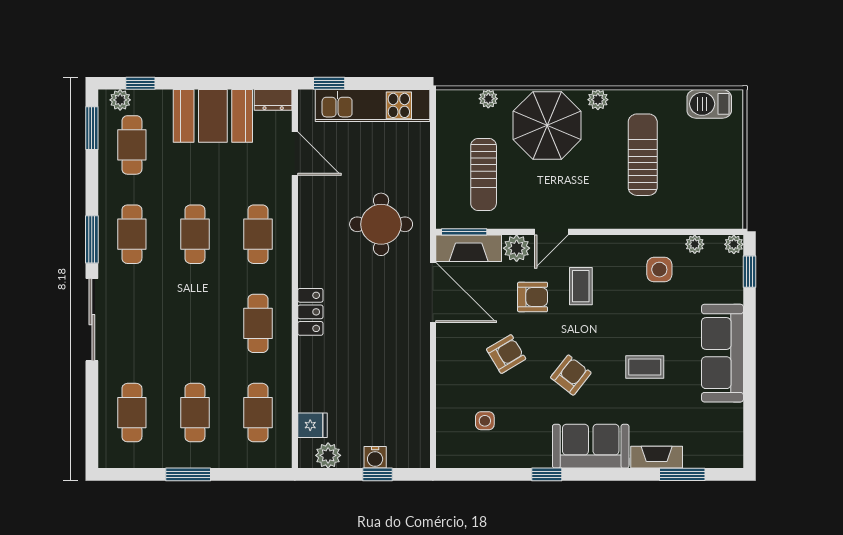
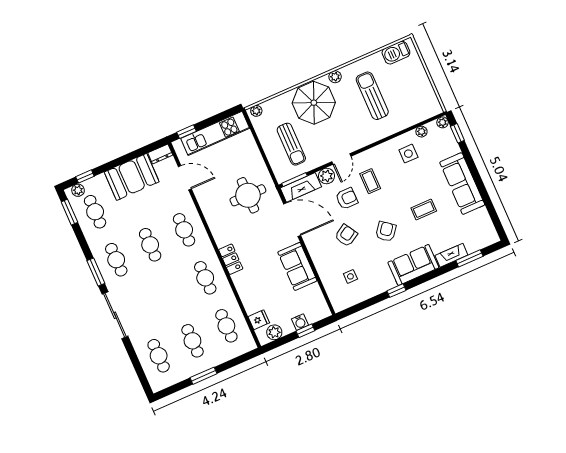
plant: (488, 99) -> (256, 111), moved
sofa: (409, 369) -> (297, 266), added

